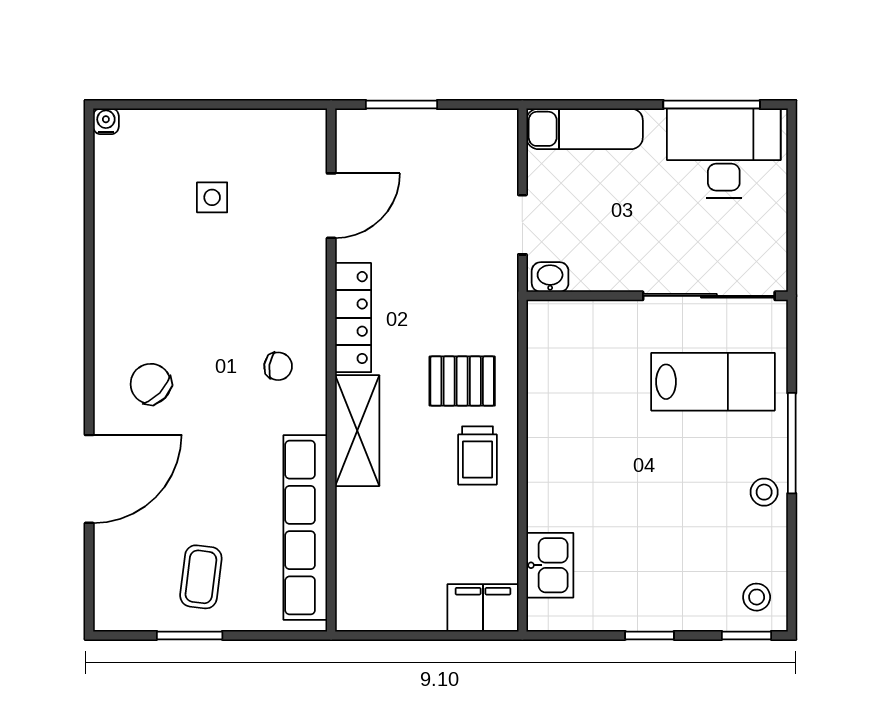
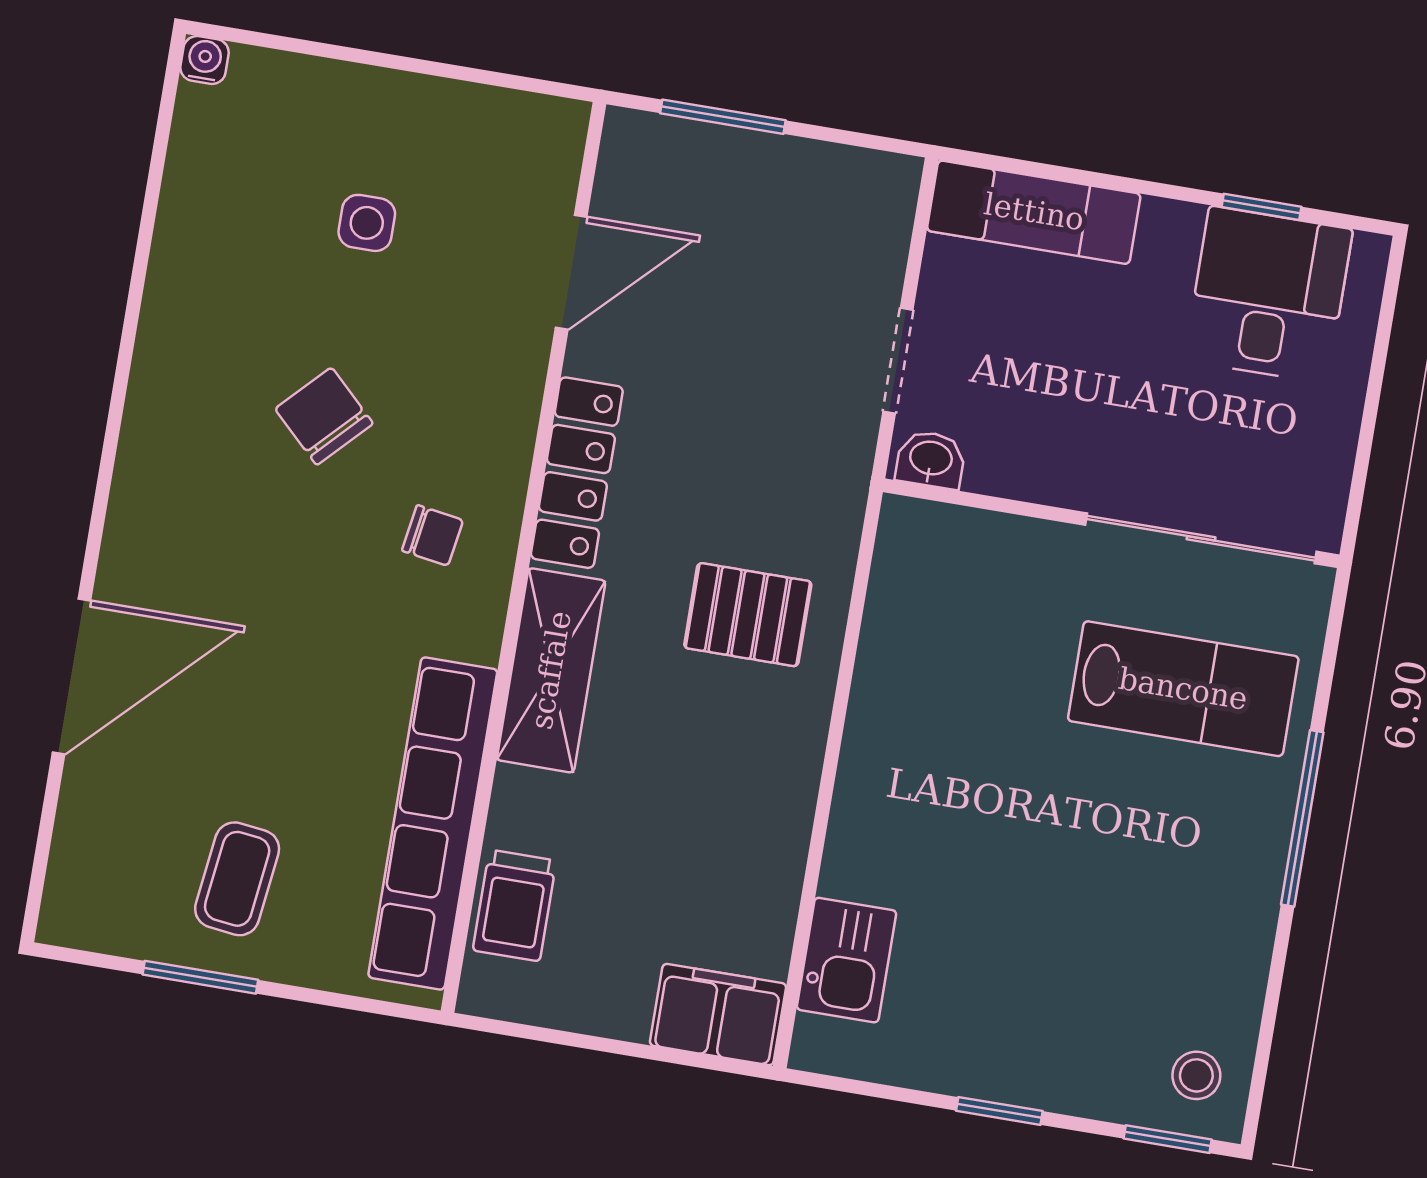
window: (712, 105) -> (1261, 207), width x0.46
desk: (724, 153) -> (1268, 295), width x0.73
chair: (151, 384) -> (324, 416), moved
trolley: (477, 455) -> (515, 905), moved
stool: (764, 492) -> (1240, 895), removed

